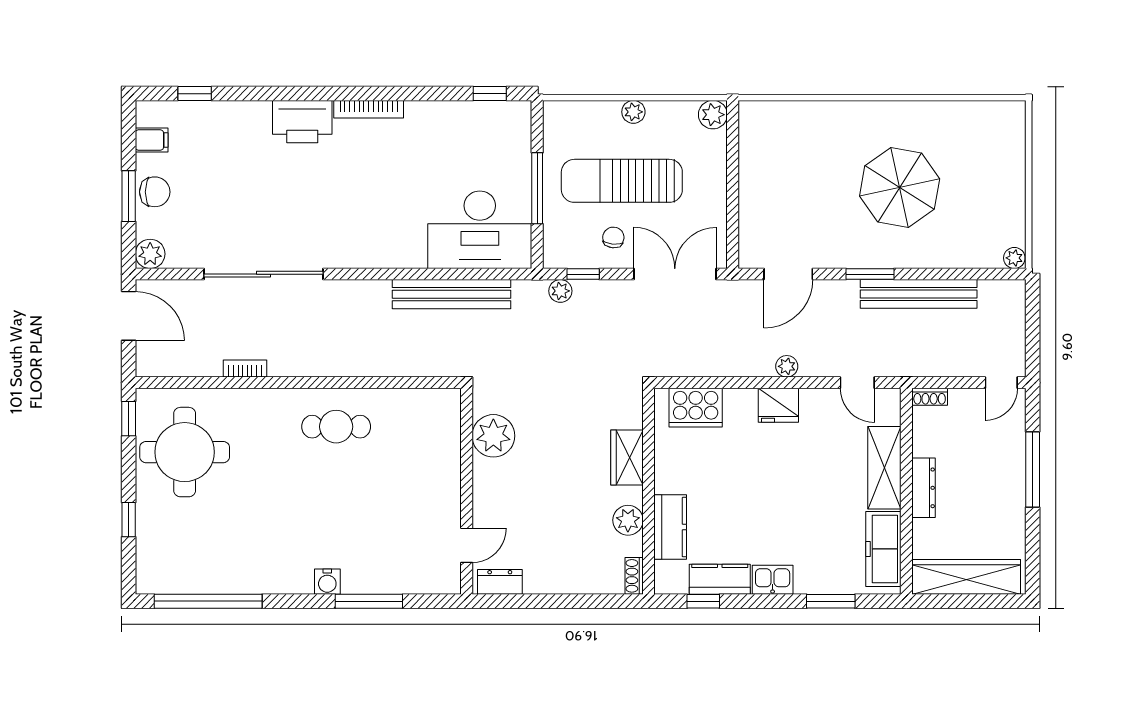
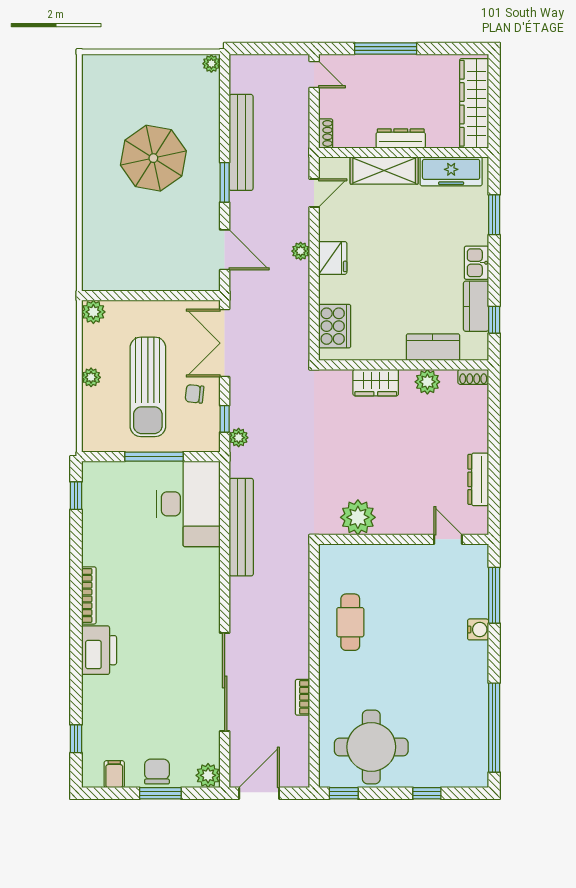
plant: (493, 436) -> (358, 517), moved
wall: (467, 491) -> (404, 539), moved
door: (467, 545) -> (448, 539), moved
dresser: (500, 582) -> (478, 479), width x1.44

